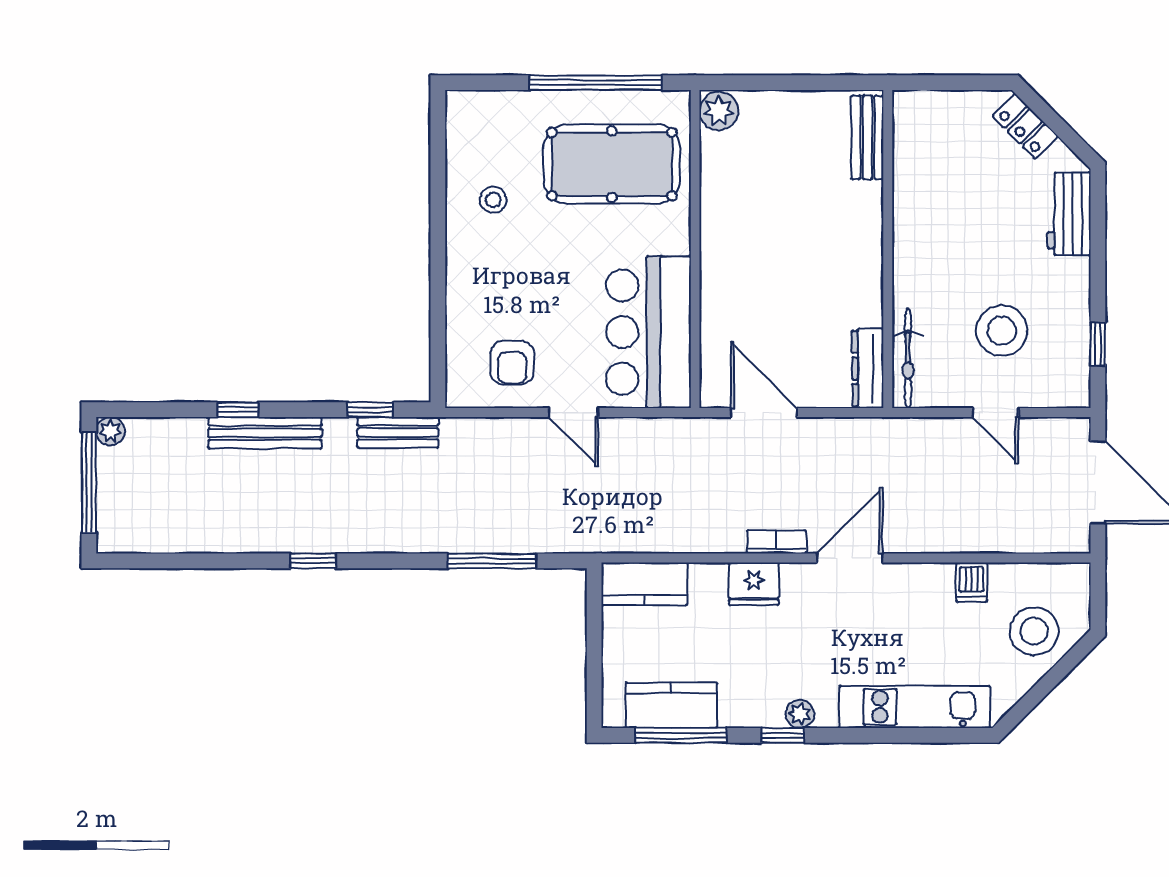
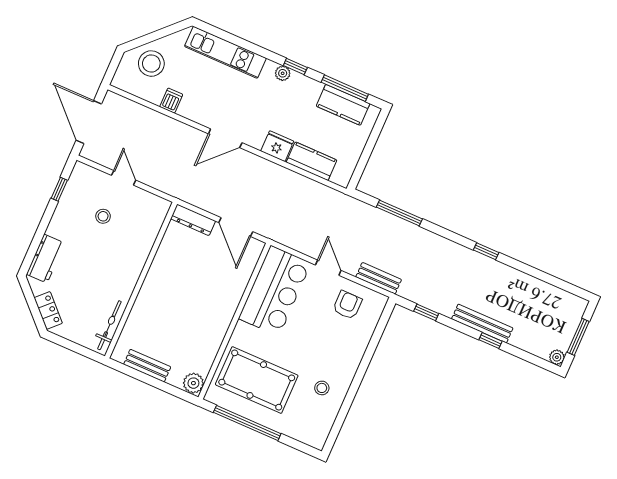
bench: (867, 137) -> (147, 366), moved, turned 90
stool: (1002, 331) -> (103, 216), width x0.53, depth x0.53
bicycle: (908, 358) -> (109, 325), moved
dresser: (868, 368) -> (193, 220), moved, turned 90
bench: (398, 432) -> (379, 278), moved
window: (89, 483) -> (578, 337), width x0.69
bookcase: (777, 542) -> (257, 162), removed
kitchen counter: (644, 584) -> (312, 161), moved

